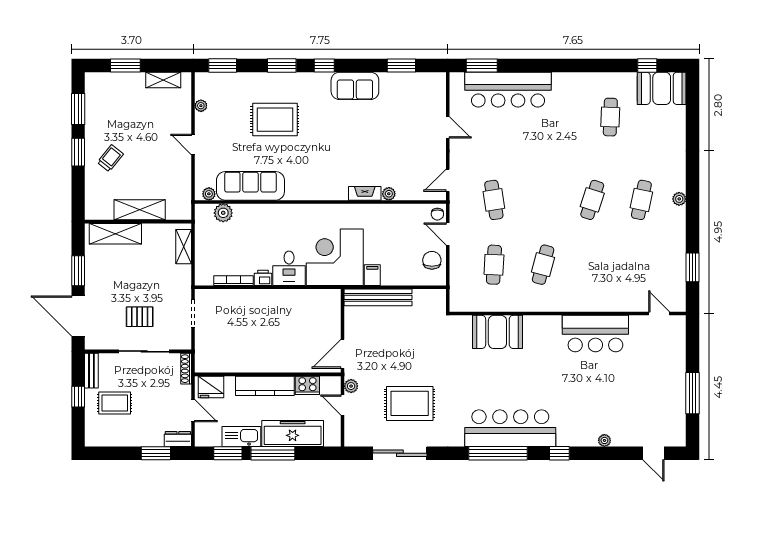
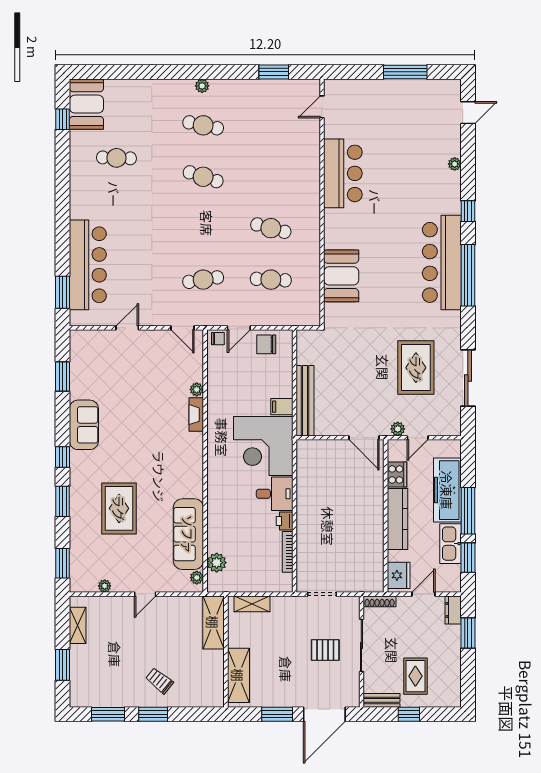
shelving: (140, 210) -> (213, 622), moved
pallet: (140, 317) -> (325, 650), turned 90

